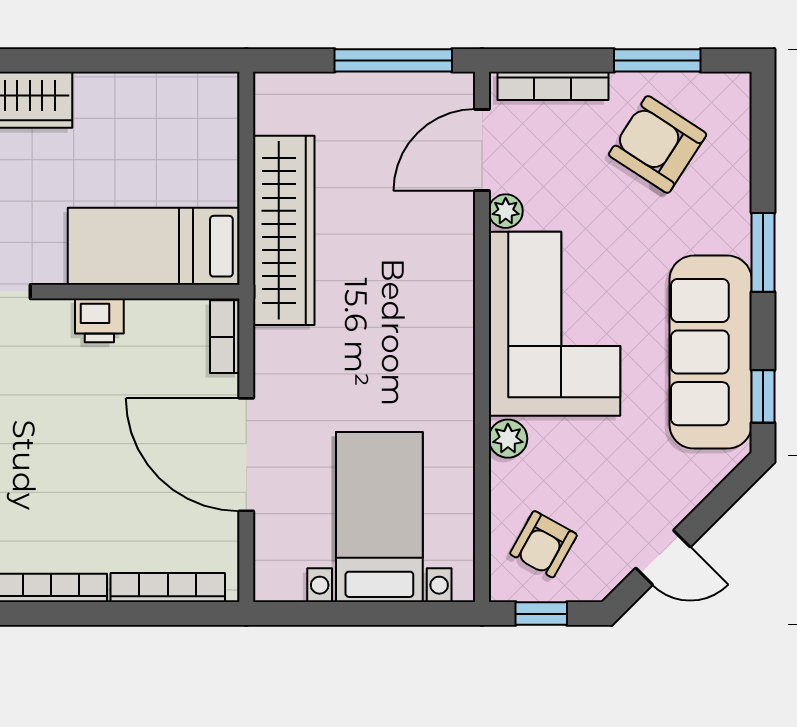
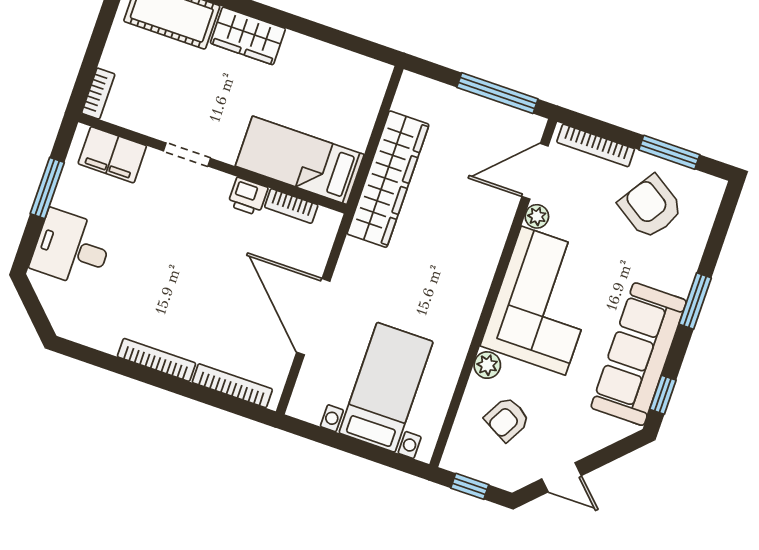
bookcase: (225, 337) -> (291, 206), moved, turned -90
armchair: (543, 544) -> (507, 419), moved

